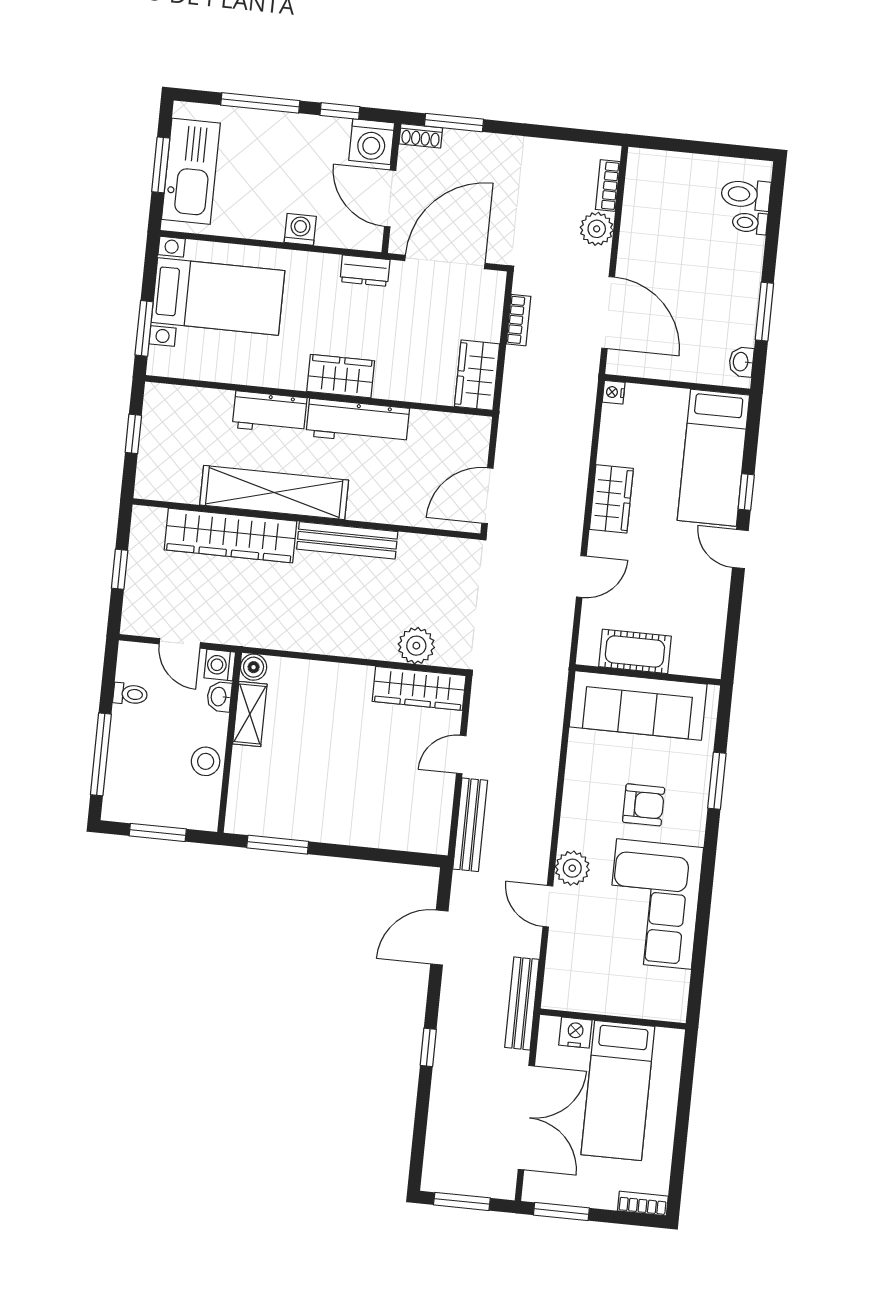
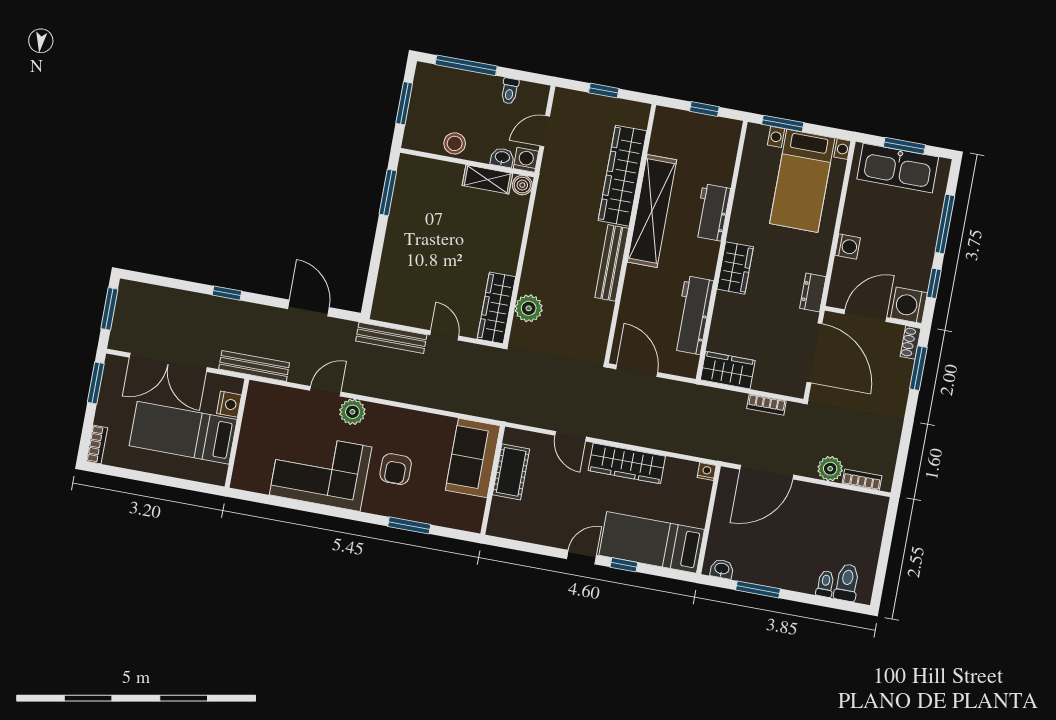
workbench: (358, 422) -> (693, 315), moved
wardrobe: (611, 499) -> (627, 463), width x1.50
sofa: (638, 705) -> (473, 458), width x0.73

